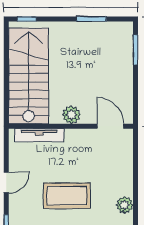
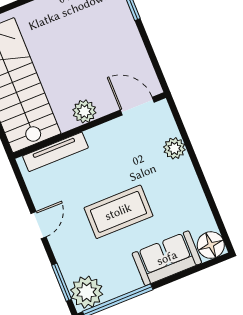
plant: (125, 205) -> (174, 148), moved

